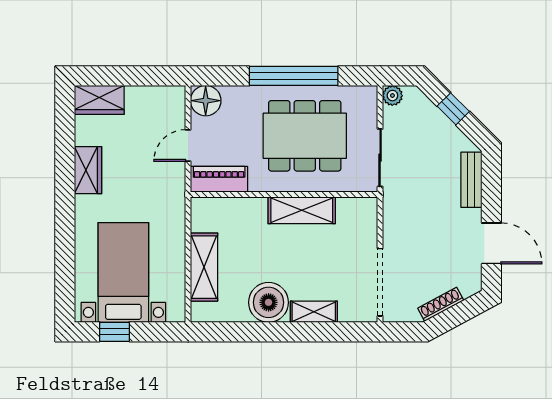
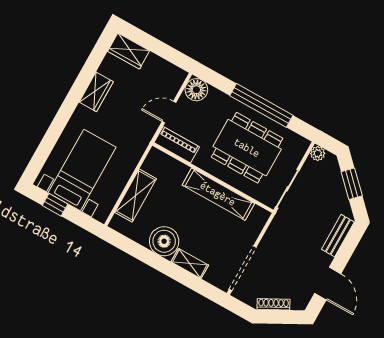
window: (453, 109) -> (352, 184), width x1.50
shelving: (302, 210) -> (218, 194), width x1.47

